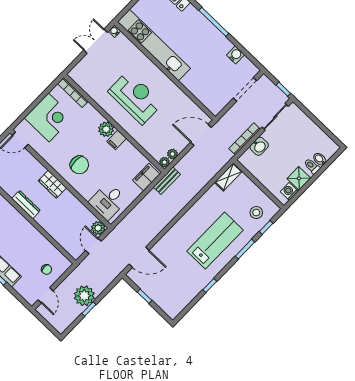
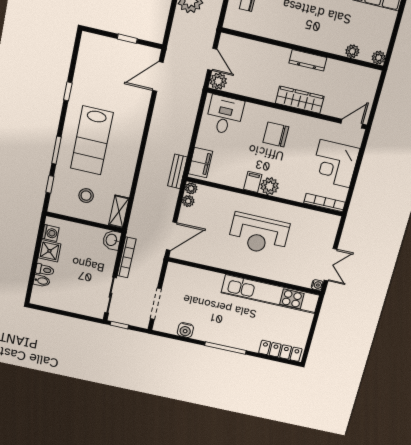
washbasin: (259, 146) -> (112, 240), moved
wardrobe: (52, 184) -> (300, 100), width x1.50
stool: (256, 213) -> (86, 196), moved

